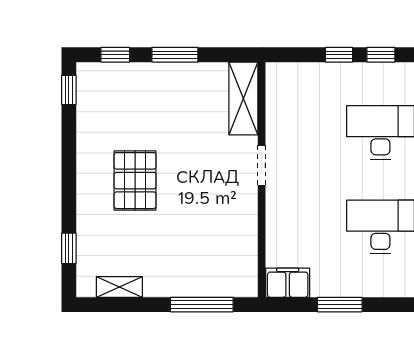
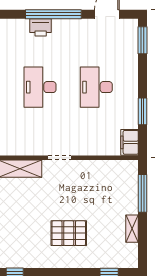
shelving: (119, 287) -> (132, 229), moved

